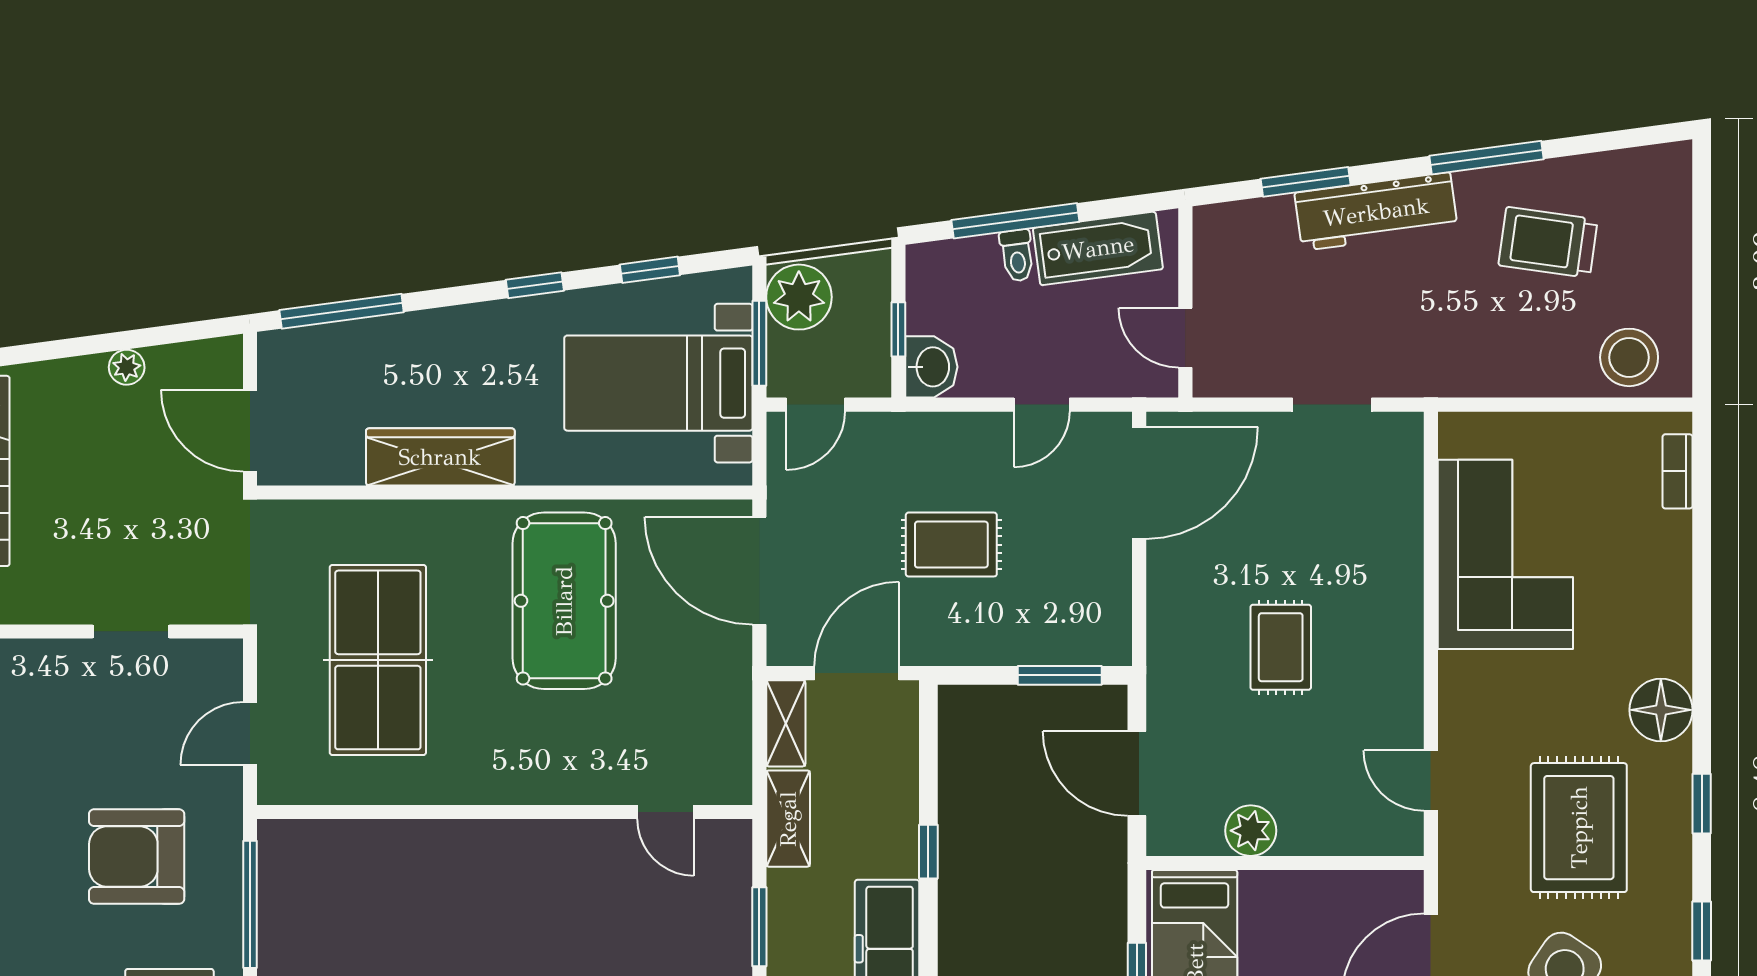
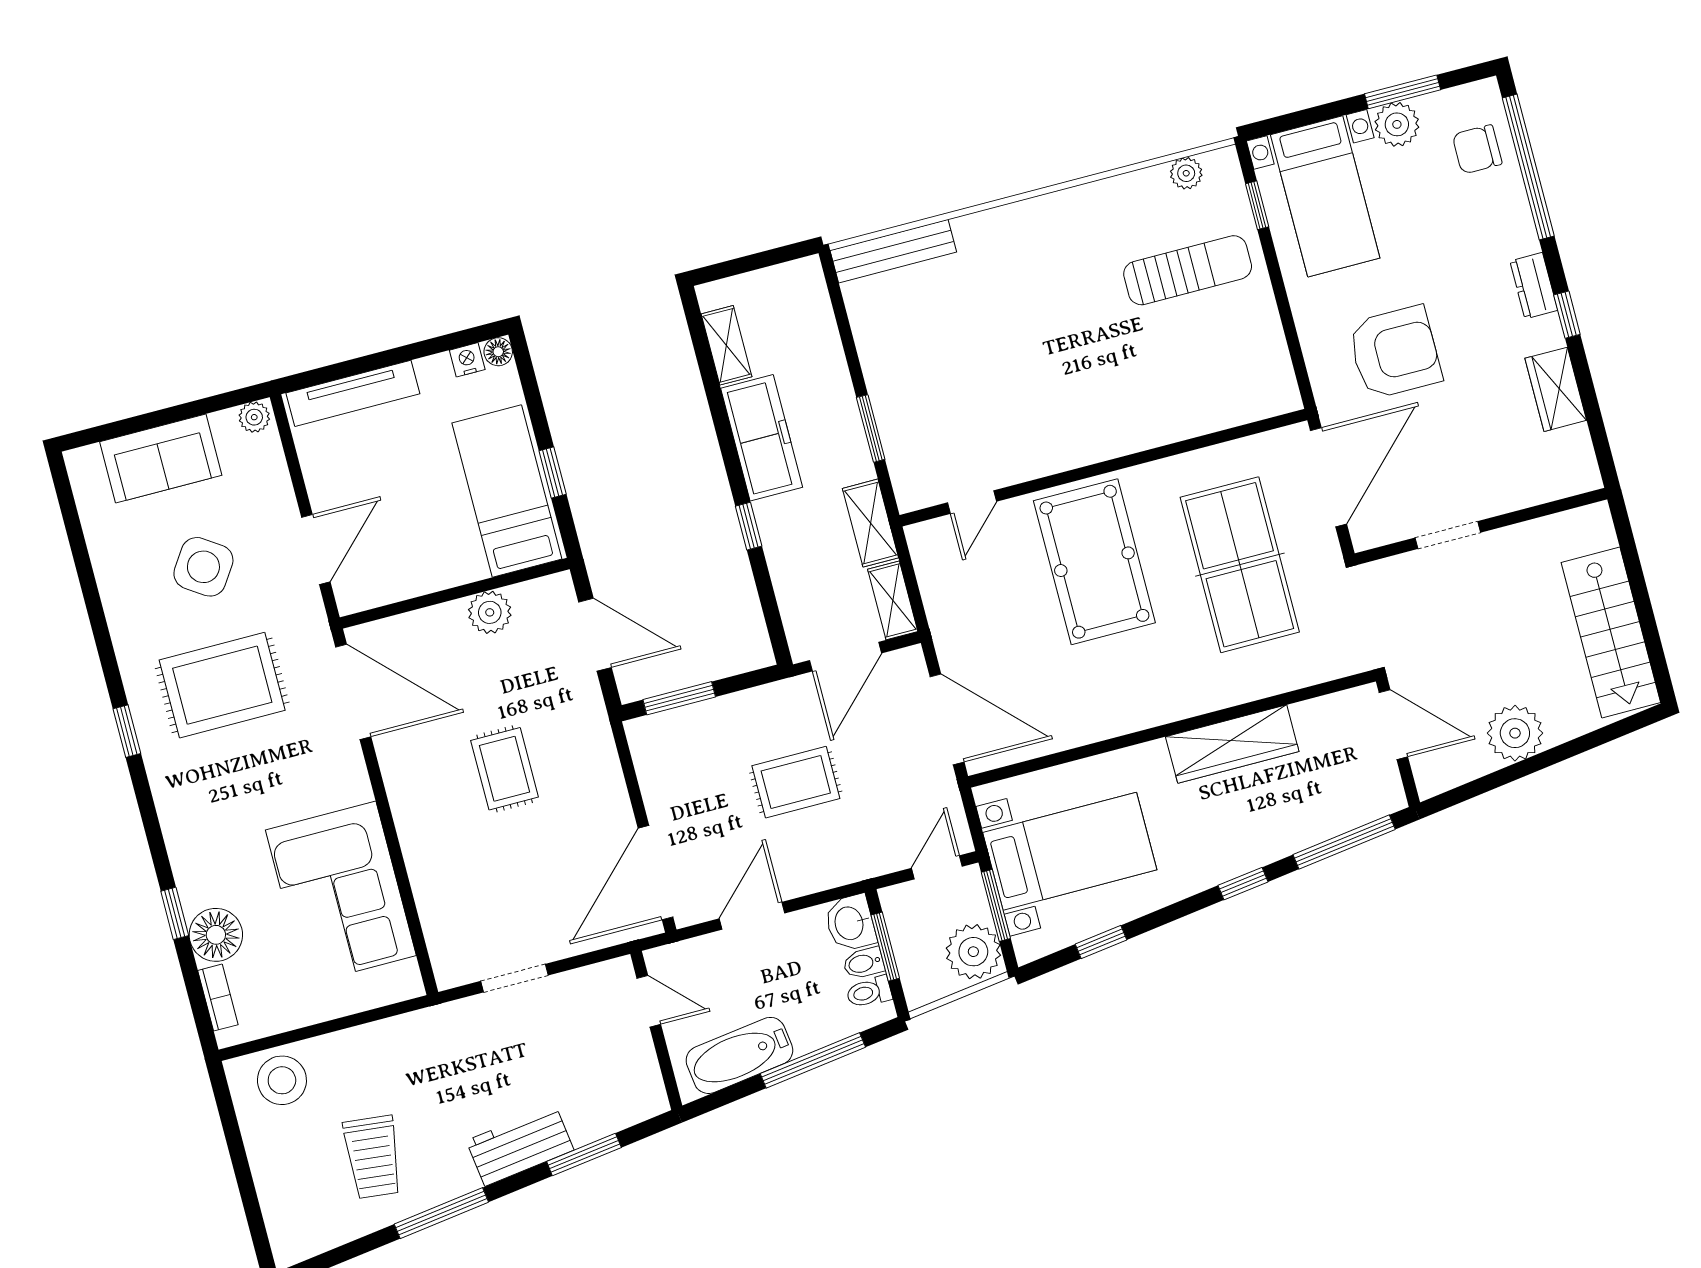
workbench: (1376, 212) -> (520, 1145), width x0.73
trolley: (1548, 242) -> (373, 1157), turned 88
toilet: (1017, 255) -> (869, 992), moved, turned -82
window: (535, 285) -> (1243, 884), moved
bidet: (928, 317) -> (864, 963), added
window: (898, 329) -> (885, 947), width x1.50
plant: (127, 367) -> (1515, 733), width x1.88, depth x1.88
door: (1042, 405) -> (752, 916), width x1.38
pool table: (564, 601) -> (1094, 562), moved
floor lamp: (1661, 710) -> (216, 935), moved
door: (250, 733) -> (1328, 477), width x1.87
door: (1431, 781) -> (353, 692), width x1.87
door: (665, 812) -> (972, 502), swing flipped
rug: (1579, 828) -> (222, 685), turned 90
window: (250, 904) -> (1292, 337), removed
window: (1702, 931) -> (175, 913), moved

